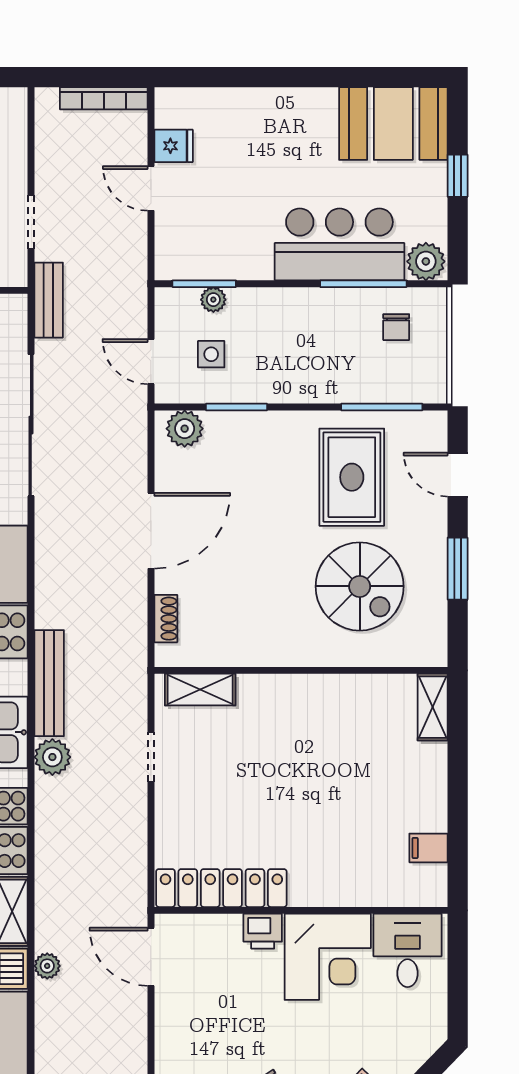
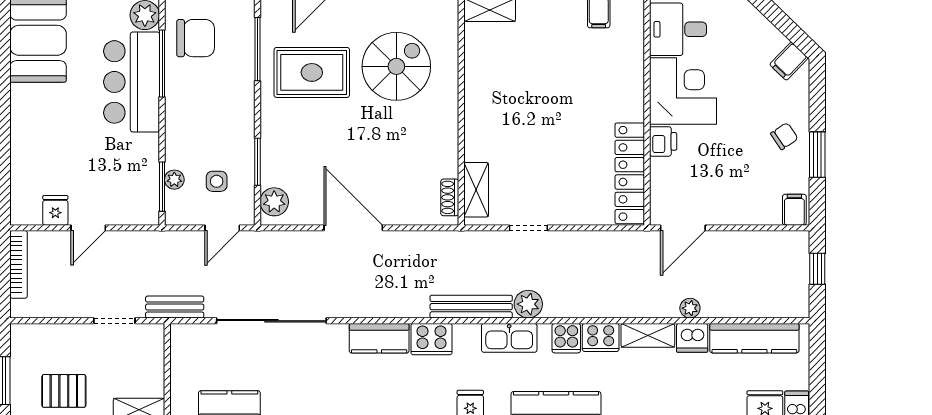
chair: (396, 327) -> (196, 38), width x1.87, depth x1.87
shoe rack: (166, 619) -> (450, 197), moved, turned -90

